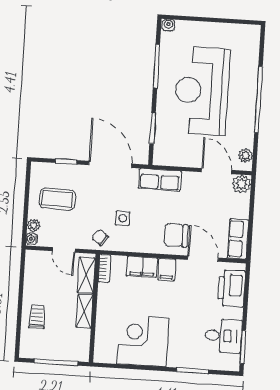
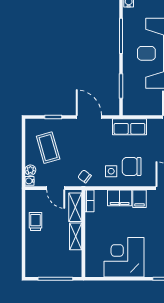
door: (110, 164) -> (89, 117), width x0.73
coffee table: (57, 199) -> (48, 148), turned 73
side table: (123, 218) -> (111, 171), moved
chair: (176, 235) -> (132, 166), moved
trolley: (37, 317) -> (35, 221), moved

